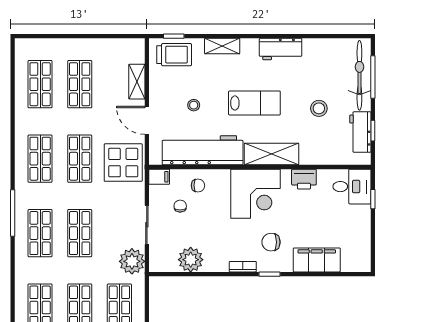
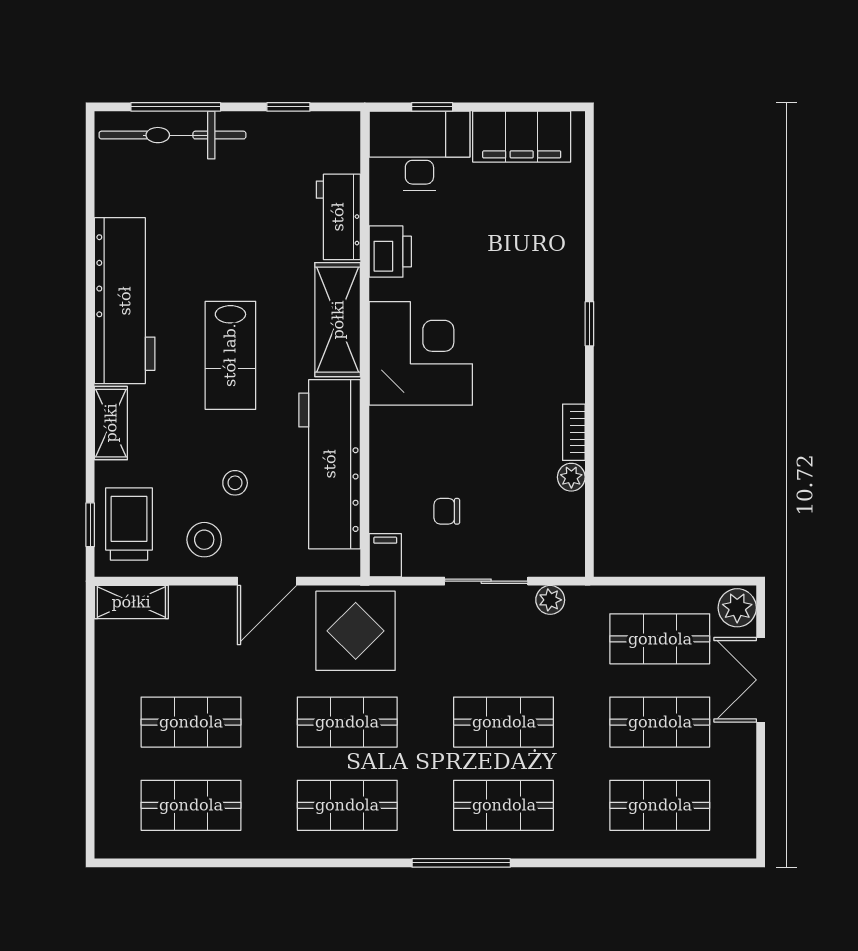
workbench: (281, 49) -> (125, 301), width x1.88, depth x1.32
shelving: (137, 82) -> (131, 602), moved
lab bench: (254, 103) -> (230, 355), turned 180
stool: (319, 108) -> (204, 540), moved
workbench: (360, 132) -> (338, 217), moved, turned 90
chair: (198, 185) -> (404, 474), removed
desk: (352, 187) -> (419, 151), width x1.37
chair: (271, 242) -> (522, 321), removed
plant: (191, 260) -> (571, 477), width x0.53, depth x0.53
filing cabinet: (317, 260) -> (522, 137), moved, turned -90
plant: (132, 261) -> (550, 600), width x0.53, depth x0.53
bookcase: (243, 267) -> (574, 432), moved

